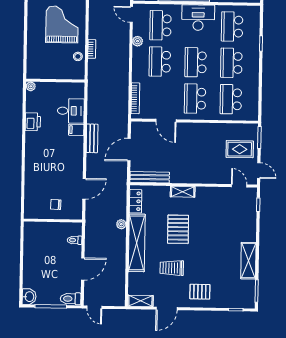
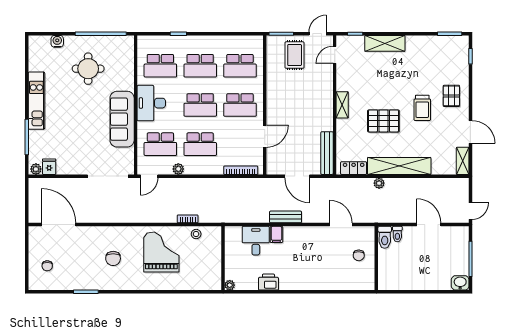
grand piano: (62, 24) -> (161, 252), turned 90
shelving: (183, 192) -> (342, 105), moved
shelving: (248, 261) -> (385, 43), moved
trolley: (172, 268) -> (422, 108), moved
toilet: (71, 299) -> (385, 237), moved

